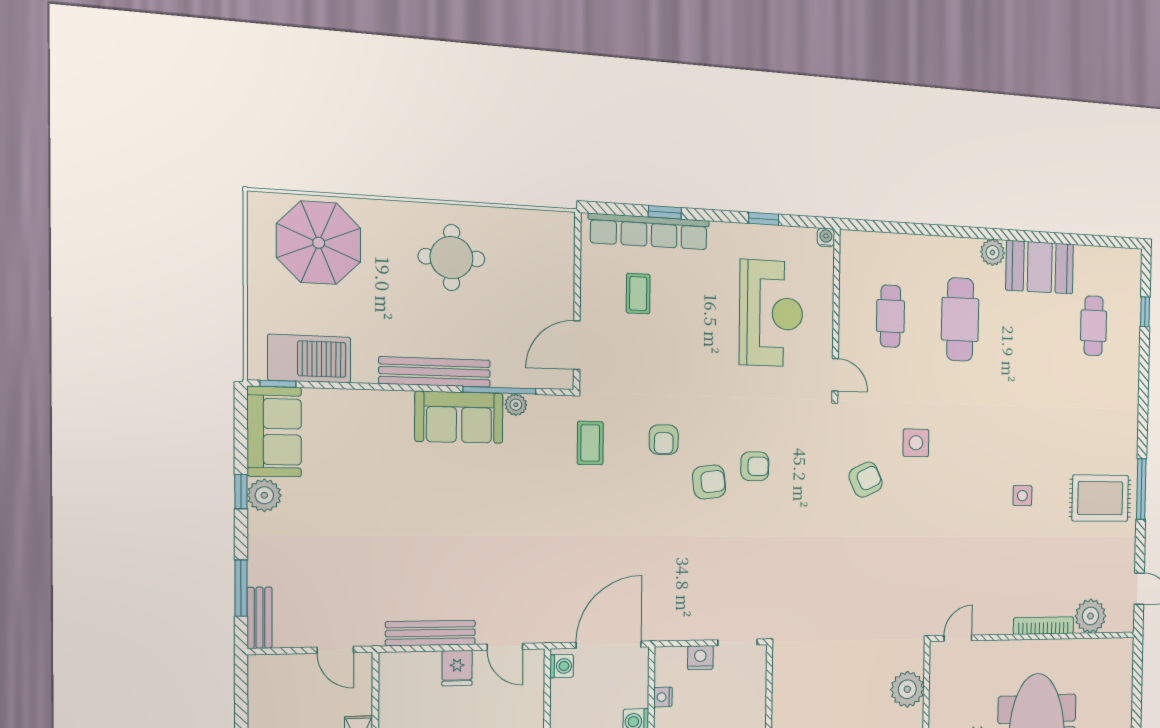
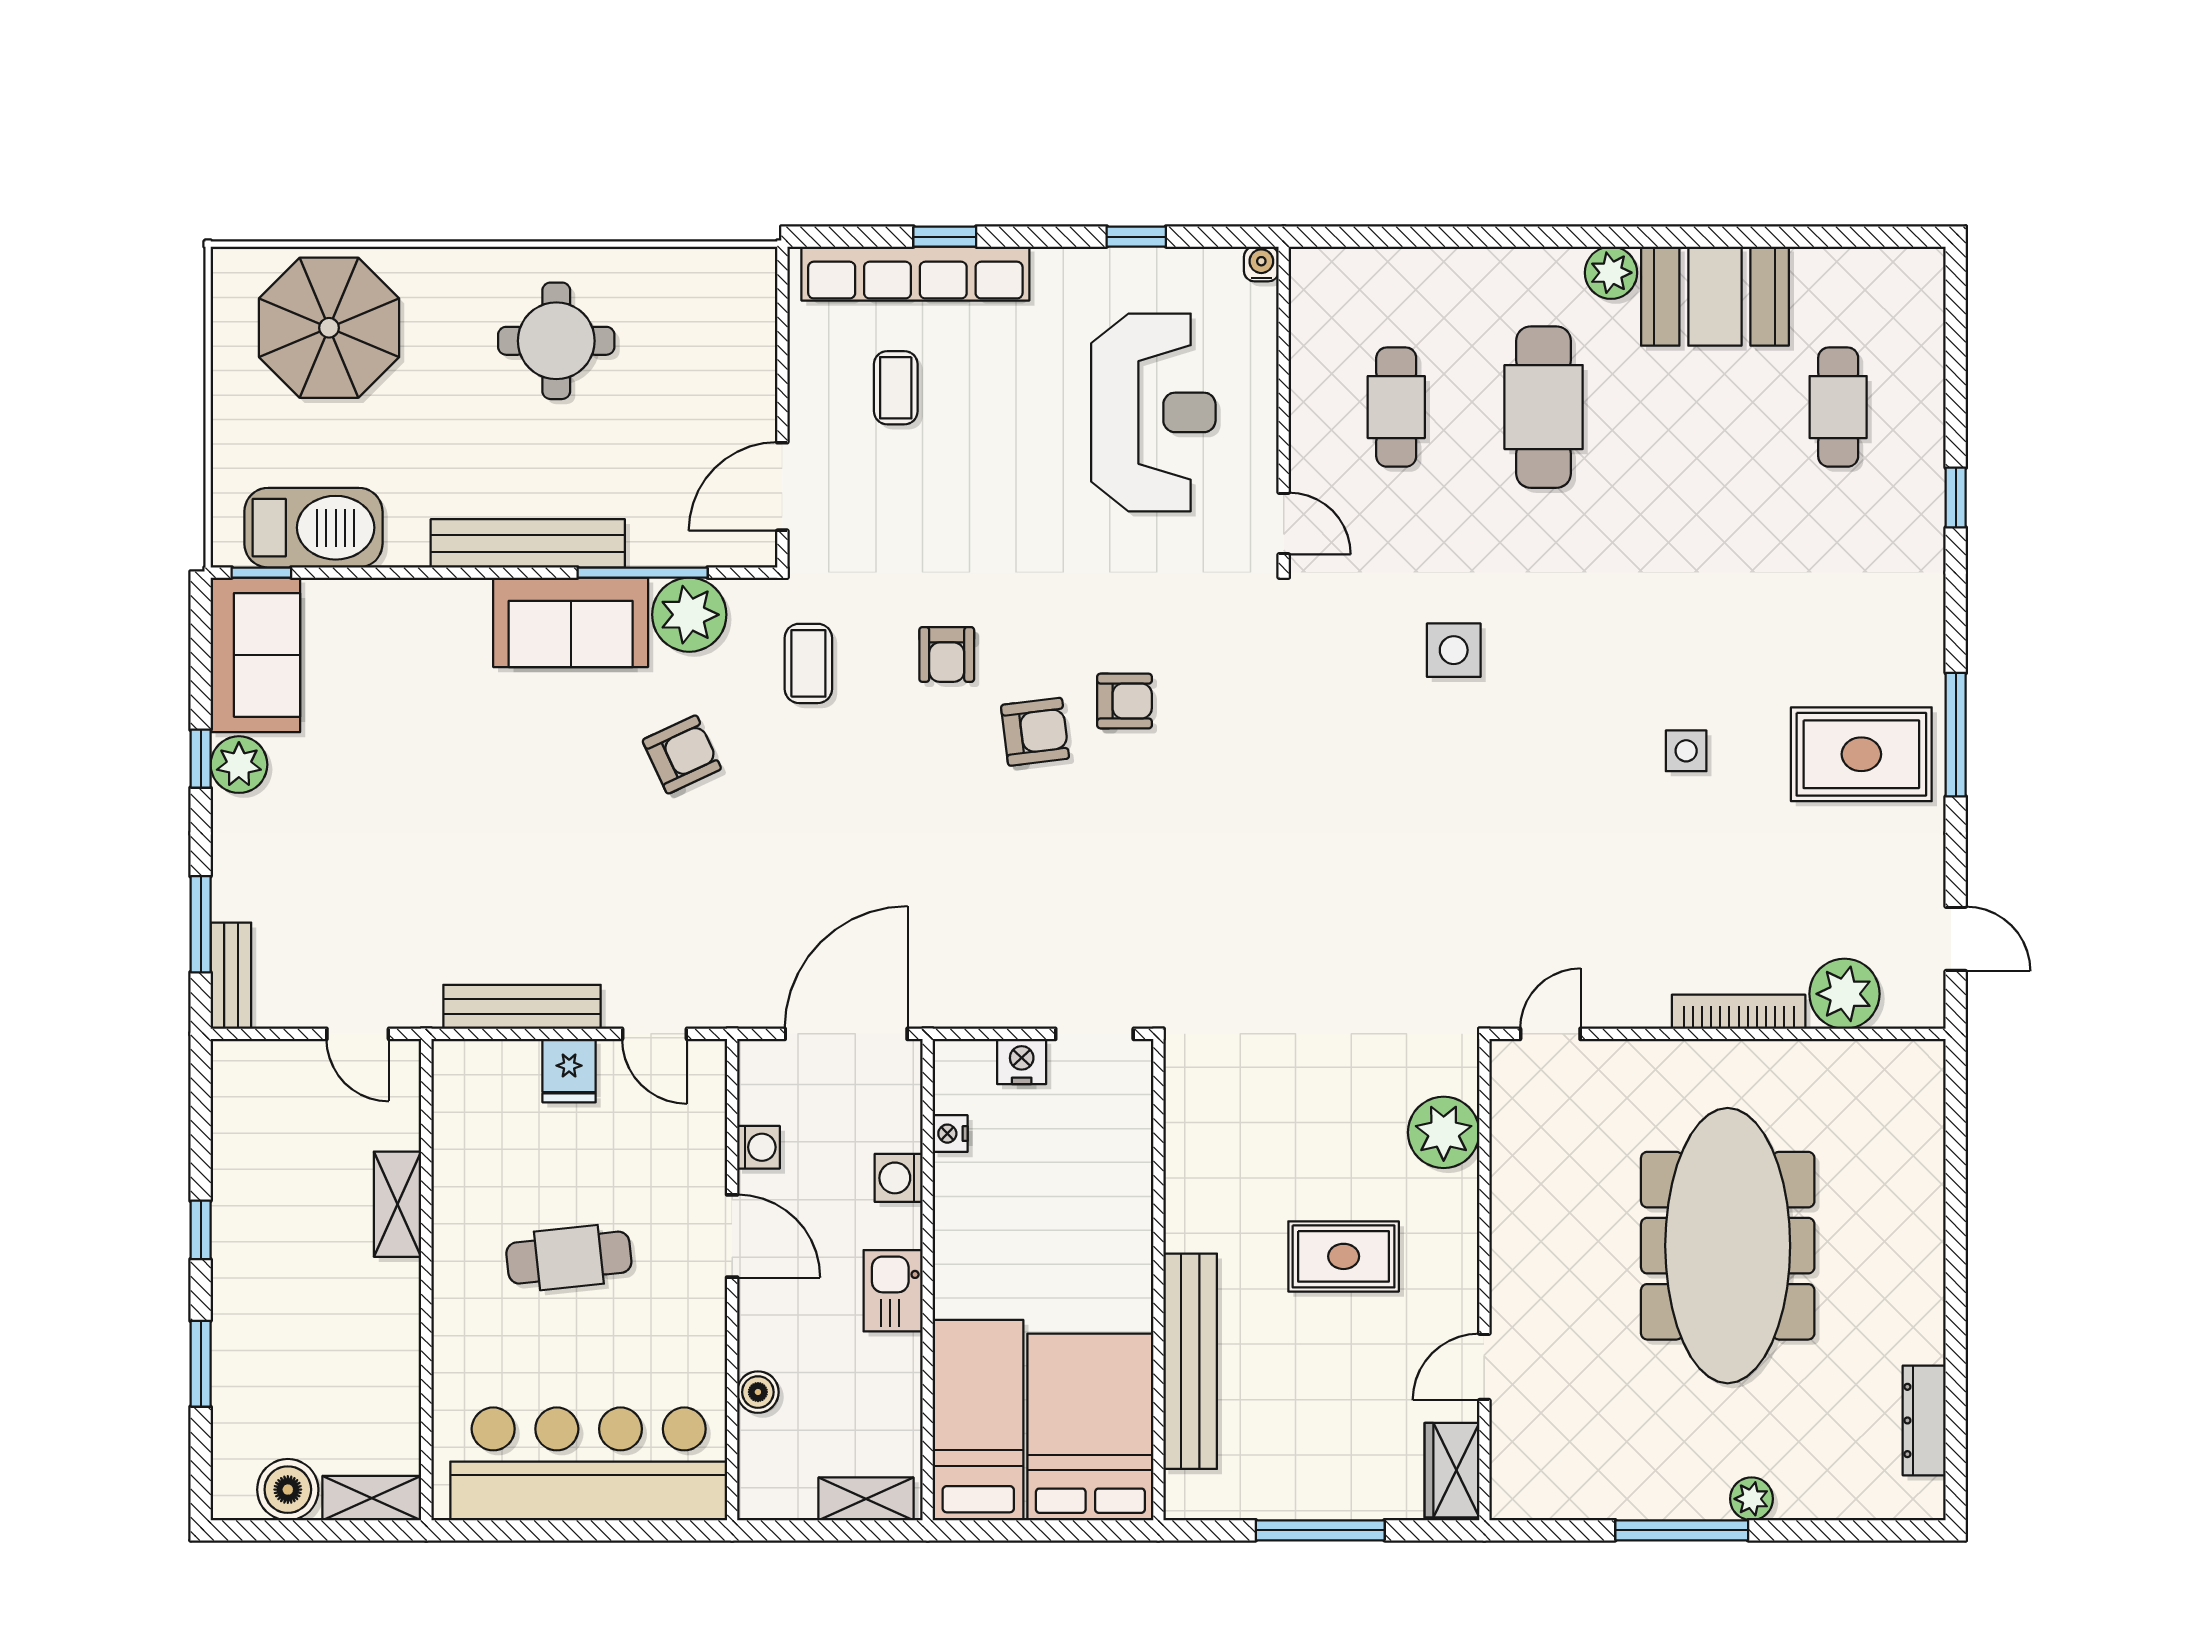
window: (1145, 312) -> (1956, 498), moved
plant: (516, 405) -> (689, 615), width x1.88, depth x1.88
armchair: (866, 480) -> (682, 754), moved
washing machine: (562, 666) -> (758, 1147), moved

